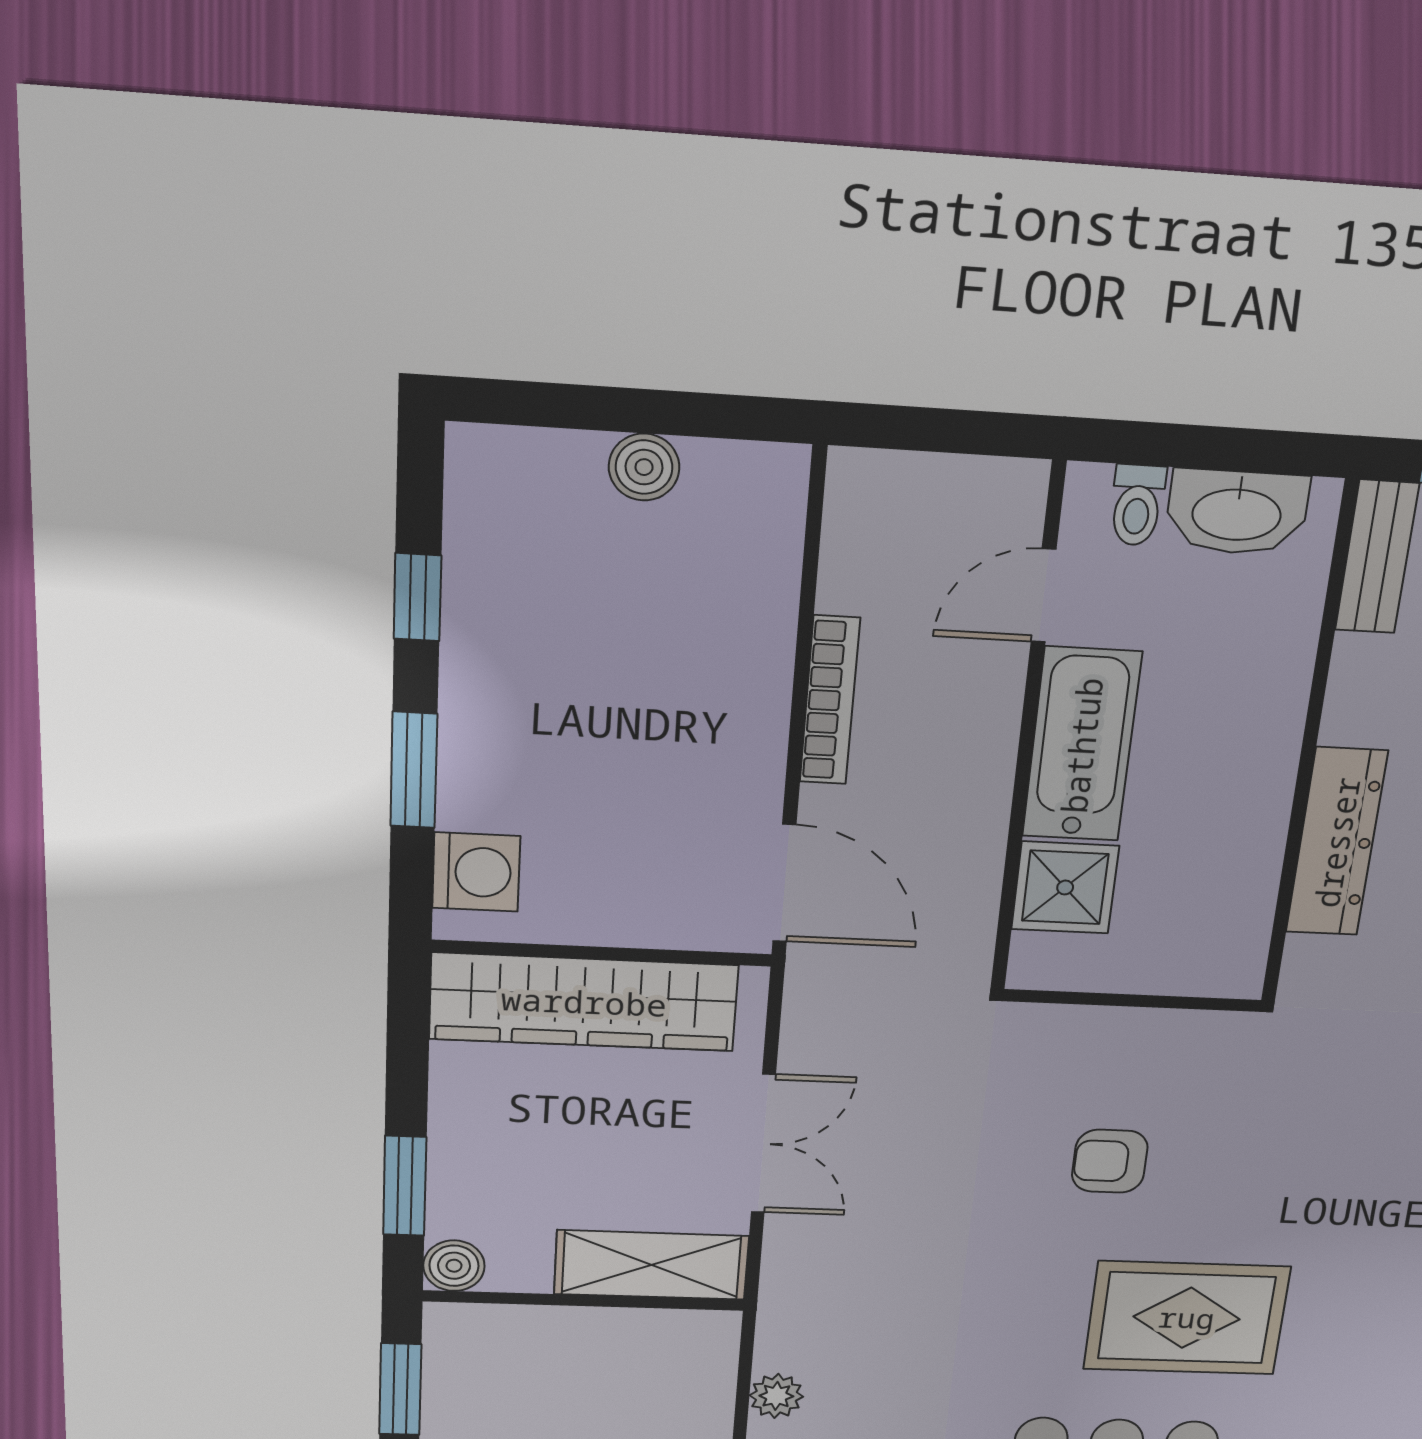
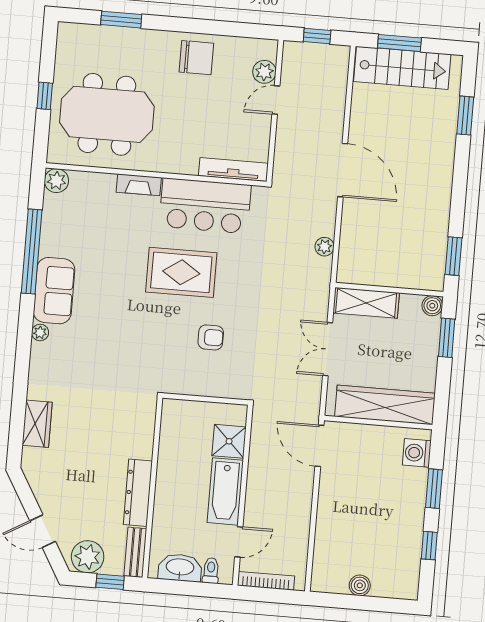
bookcase: (830, 700) -> (266, 581), moved, turned 90
dresser: (1337, 842) -> (138, 493), moved

